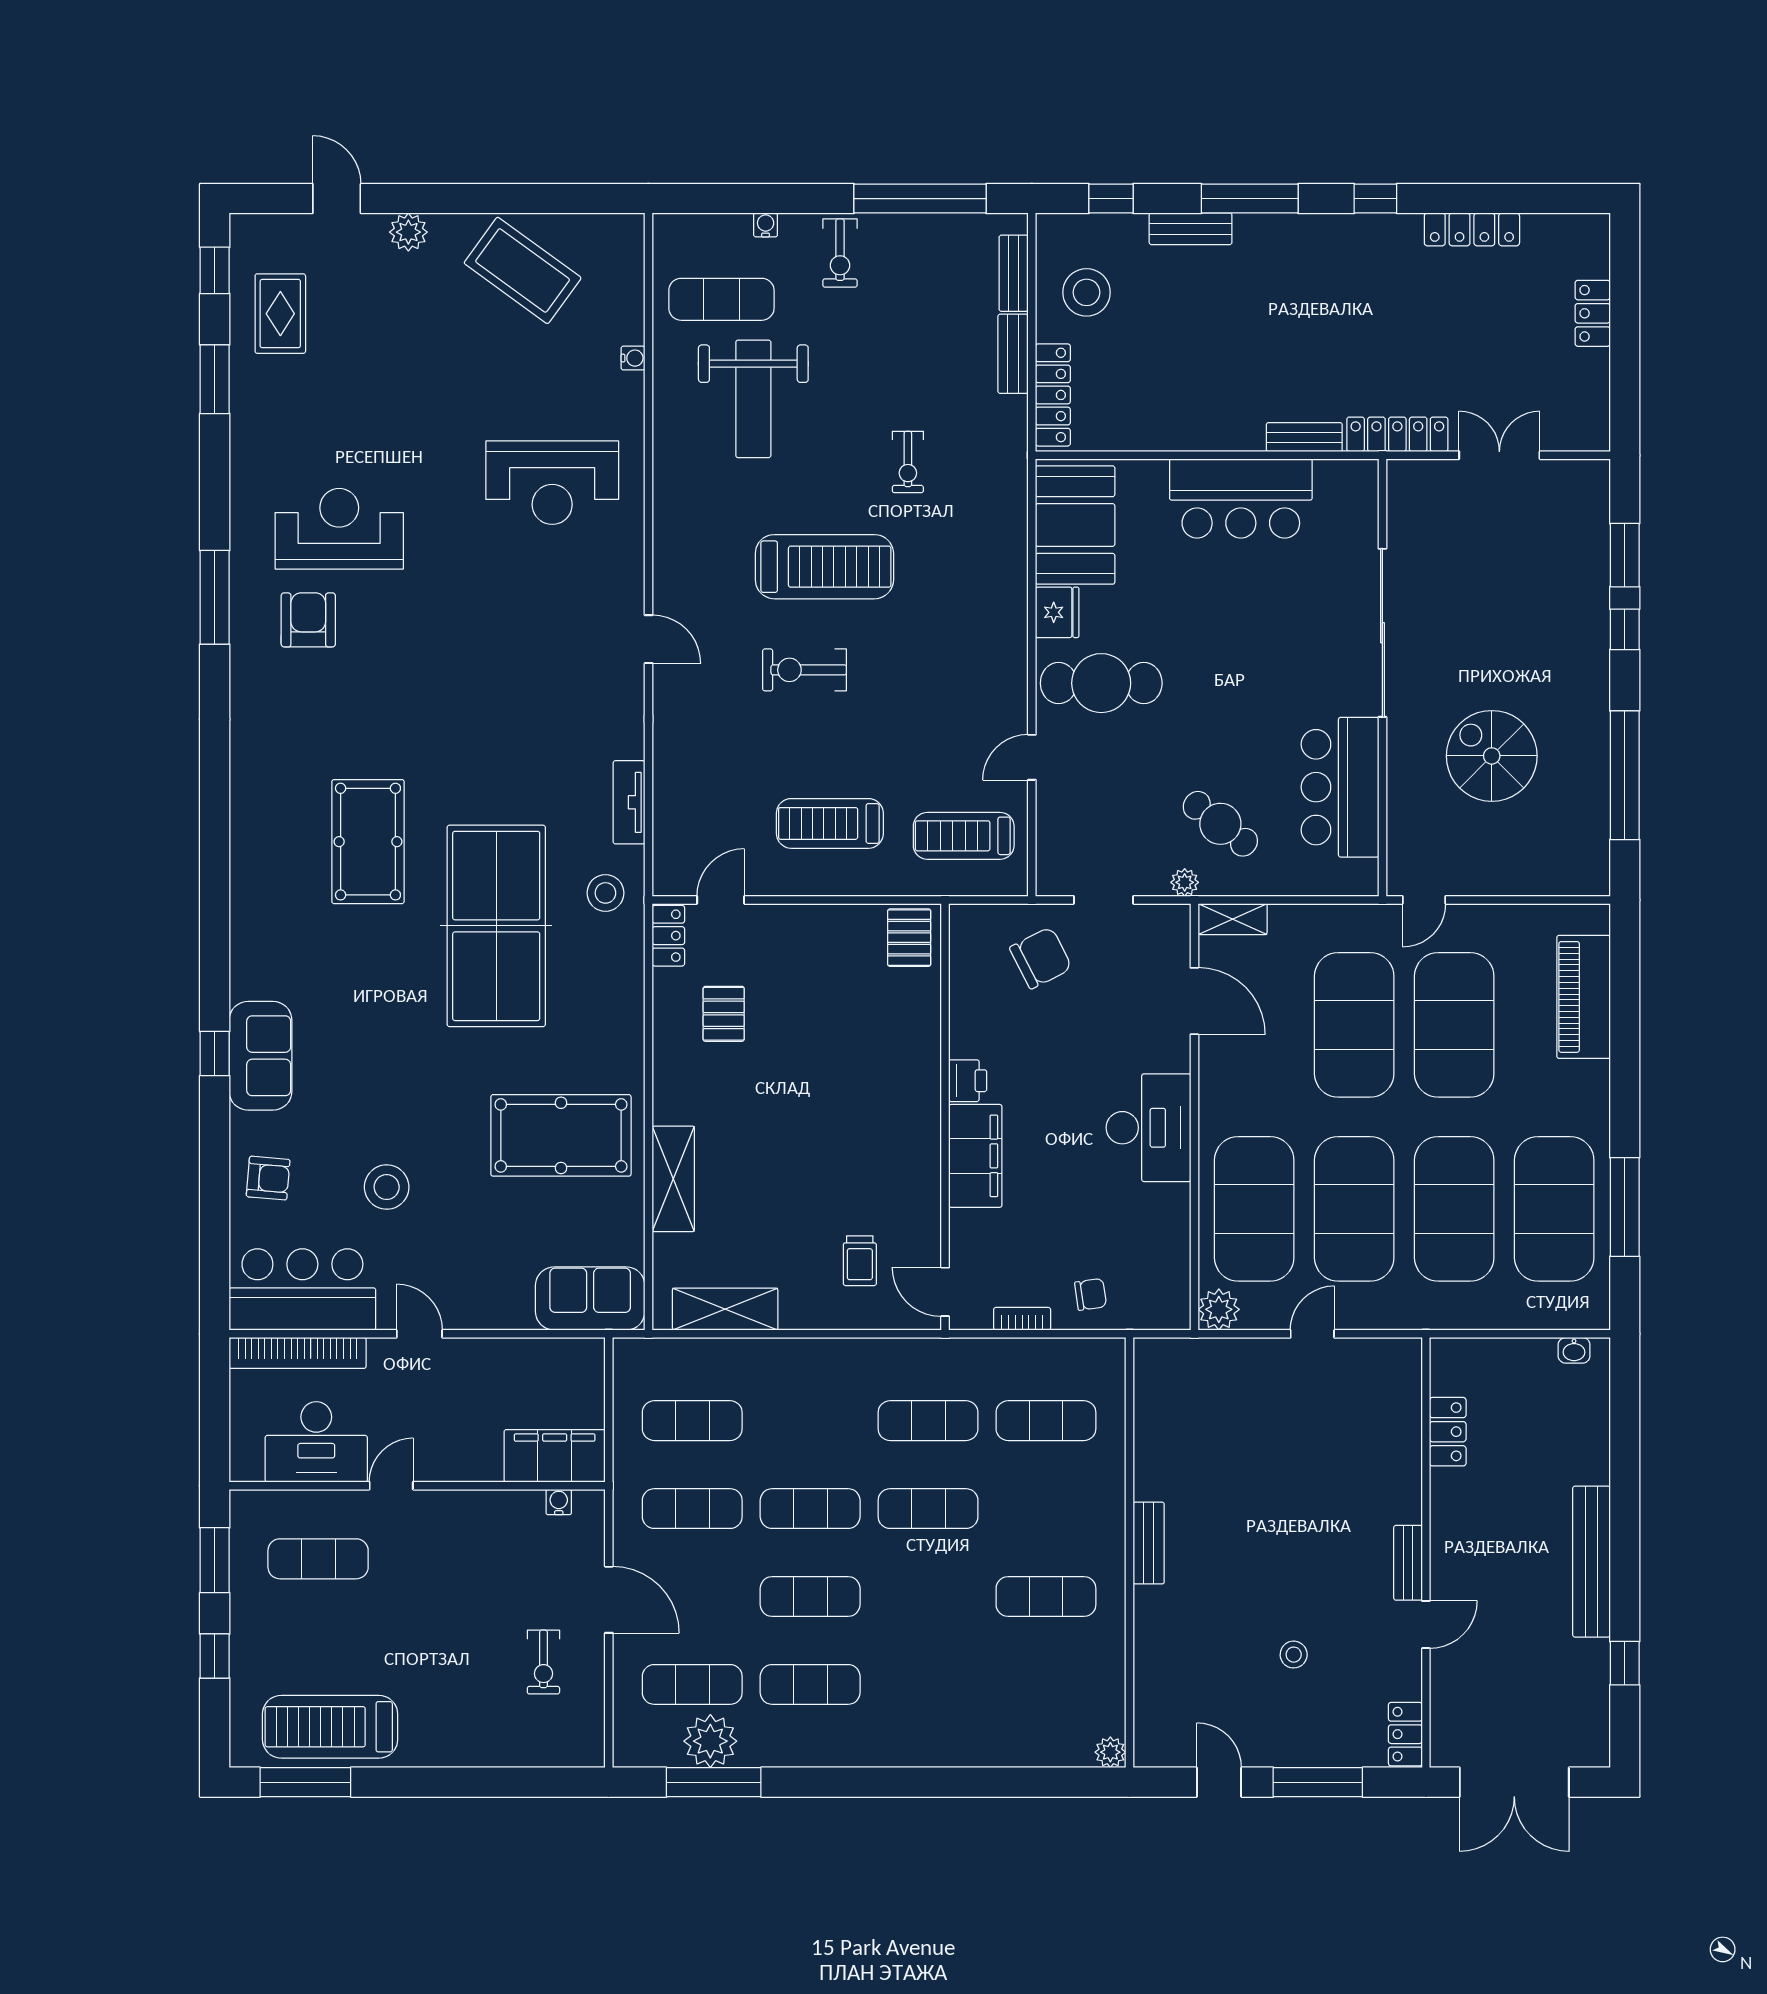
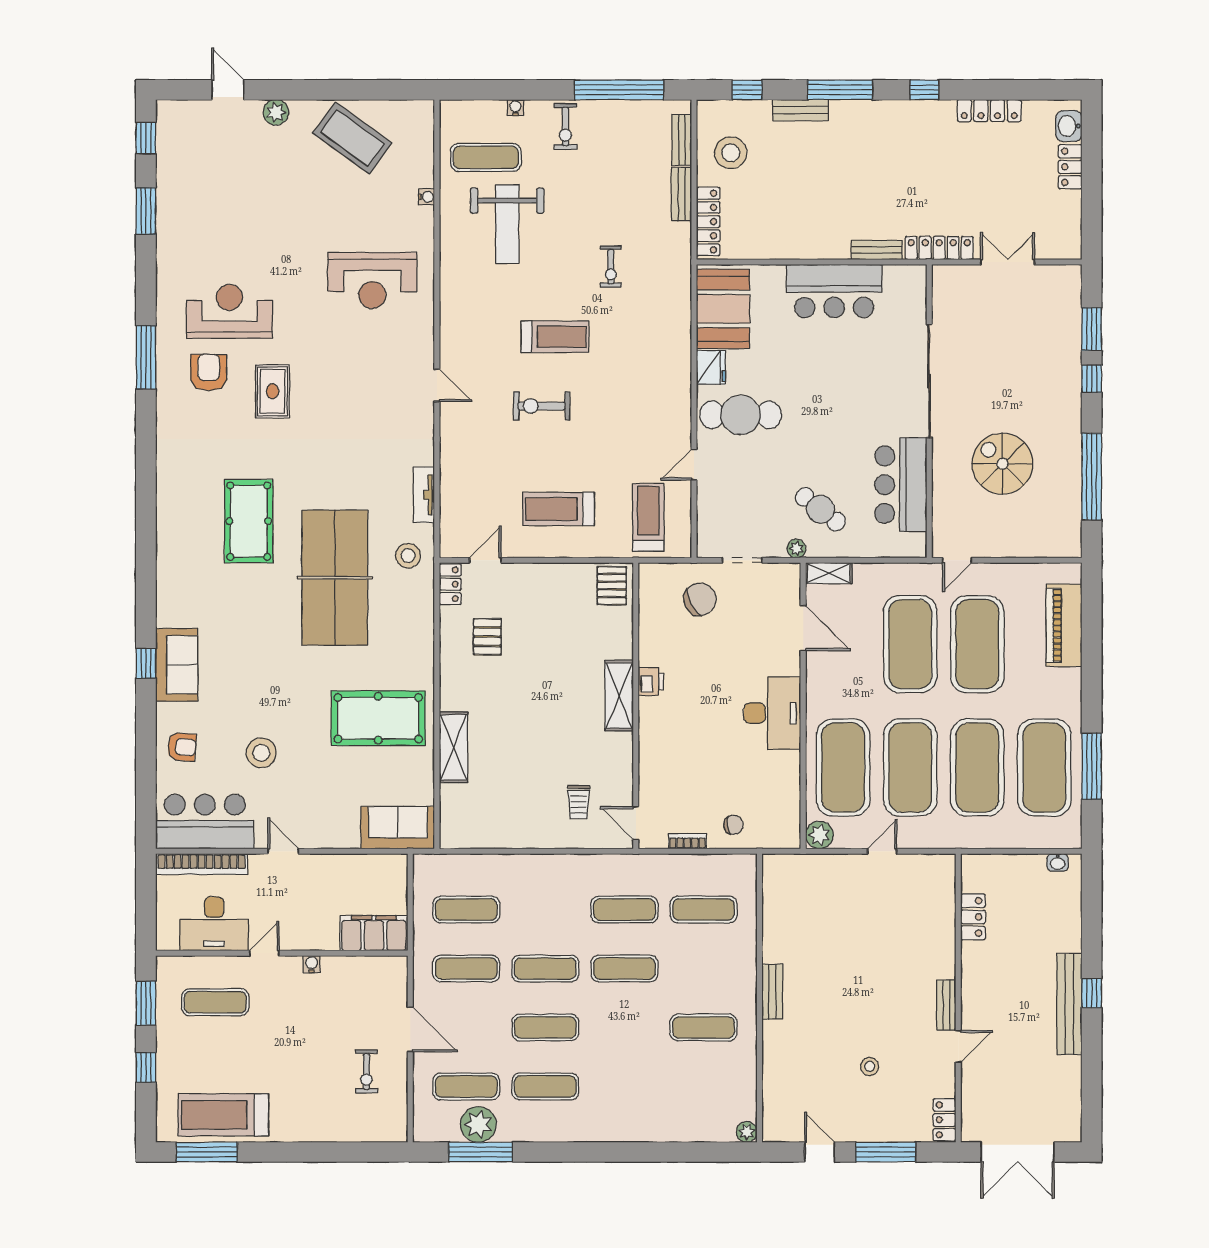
washbasin: (1591, 252) -> (1069, 126), added
rug: (280, 314) -> (273, 391), moved
treadmill: (824, 567) -> (555, 337), width x0.73, depth x0.73
treadmill: (964, 836) -> (648, 517), turned 90
filing cabinet: (975, 1156) -> (656, 732), removed
shelving: (725, 1309) -> (619, 696), moved, turned 90
water cooler: (559, 1502) -> (312, 964), moved
window: (1625, 1663) -> (1092, 993), moved

